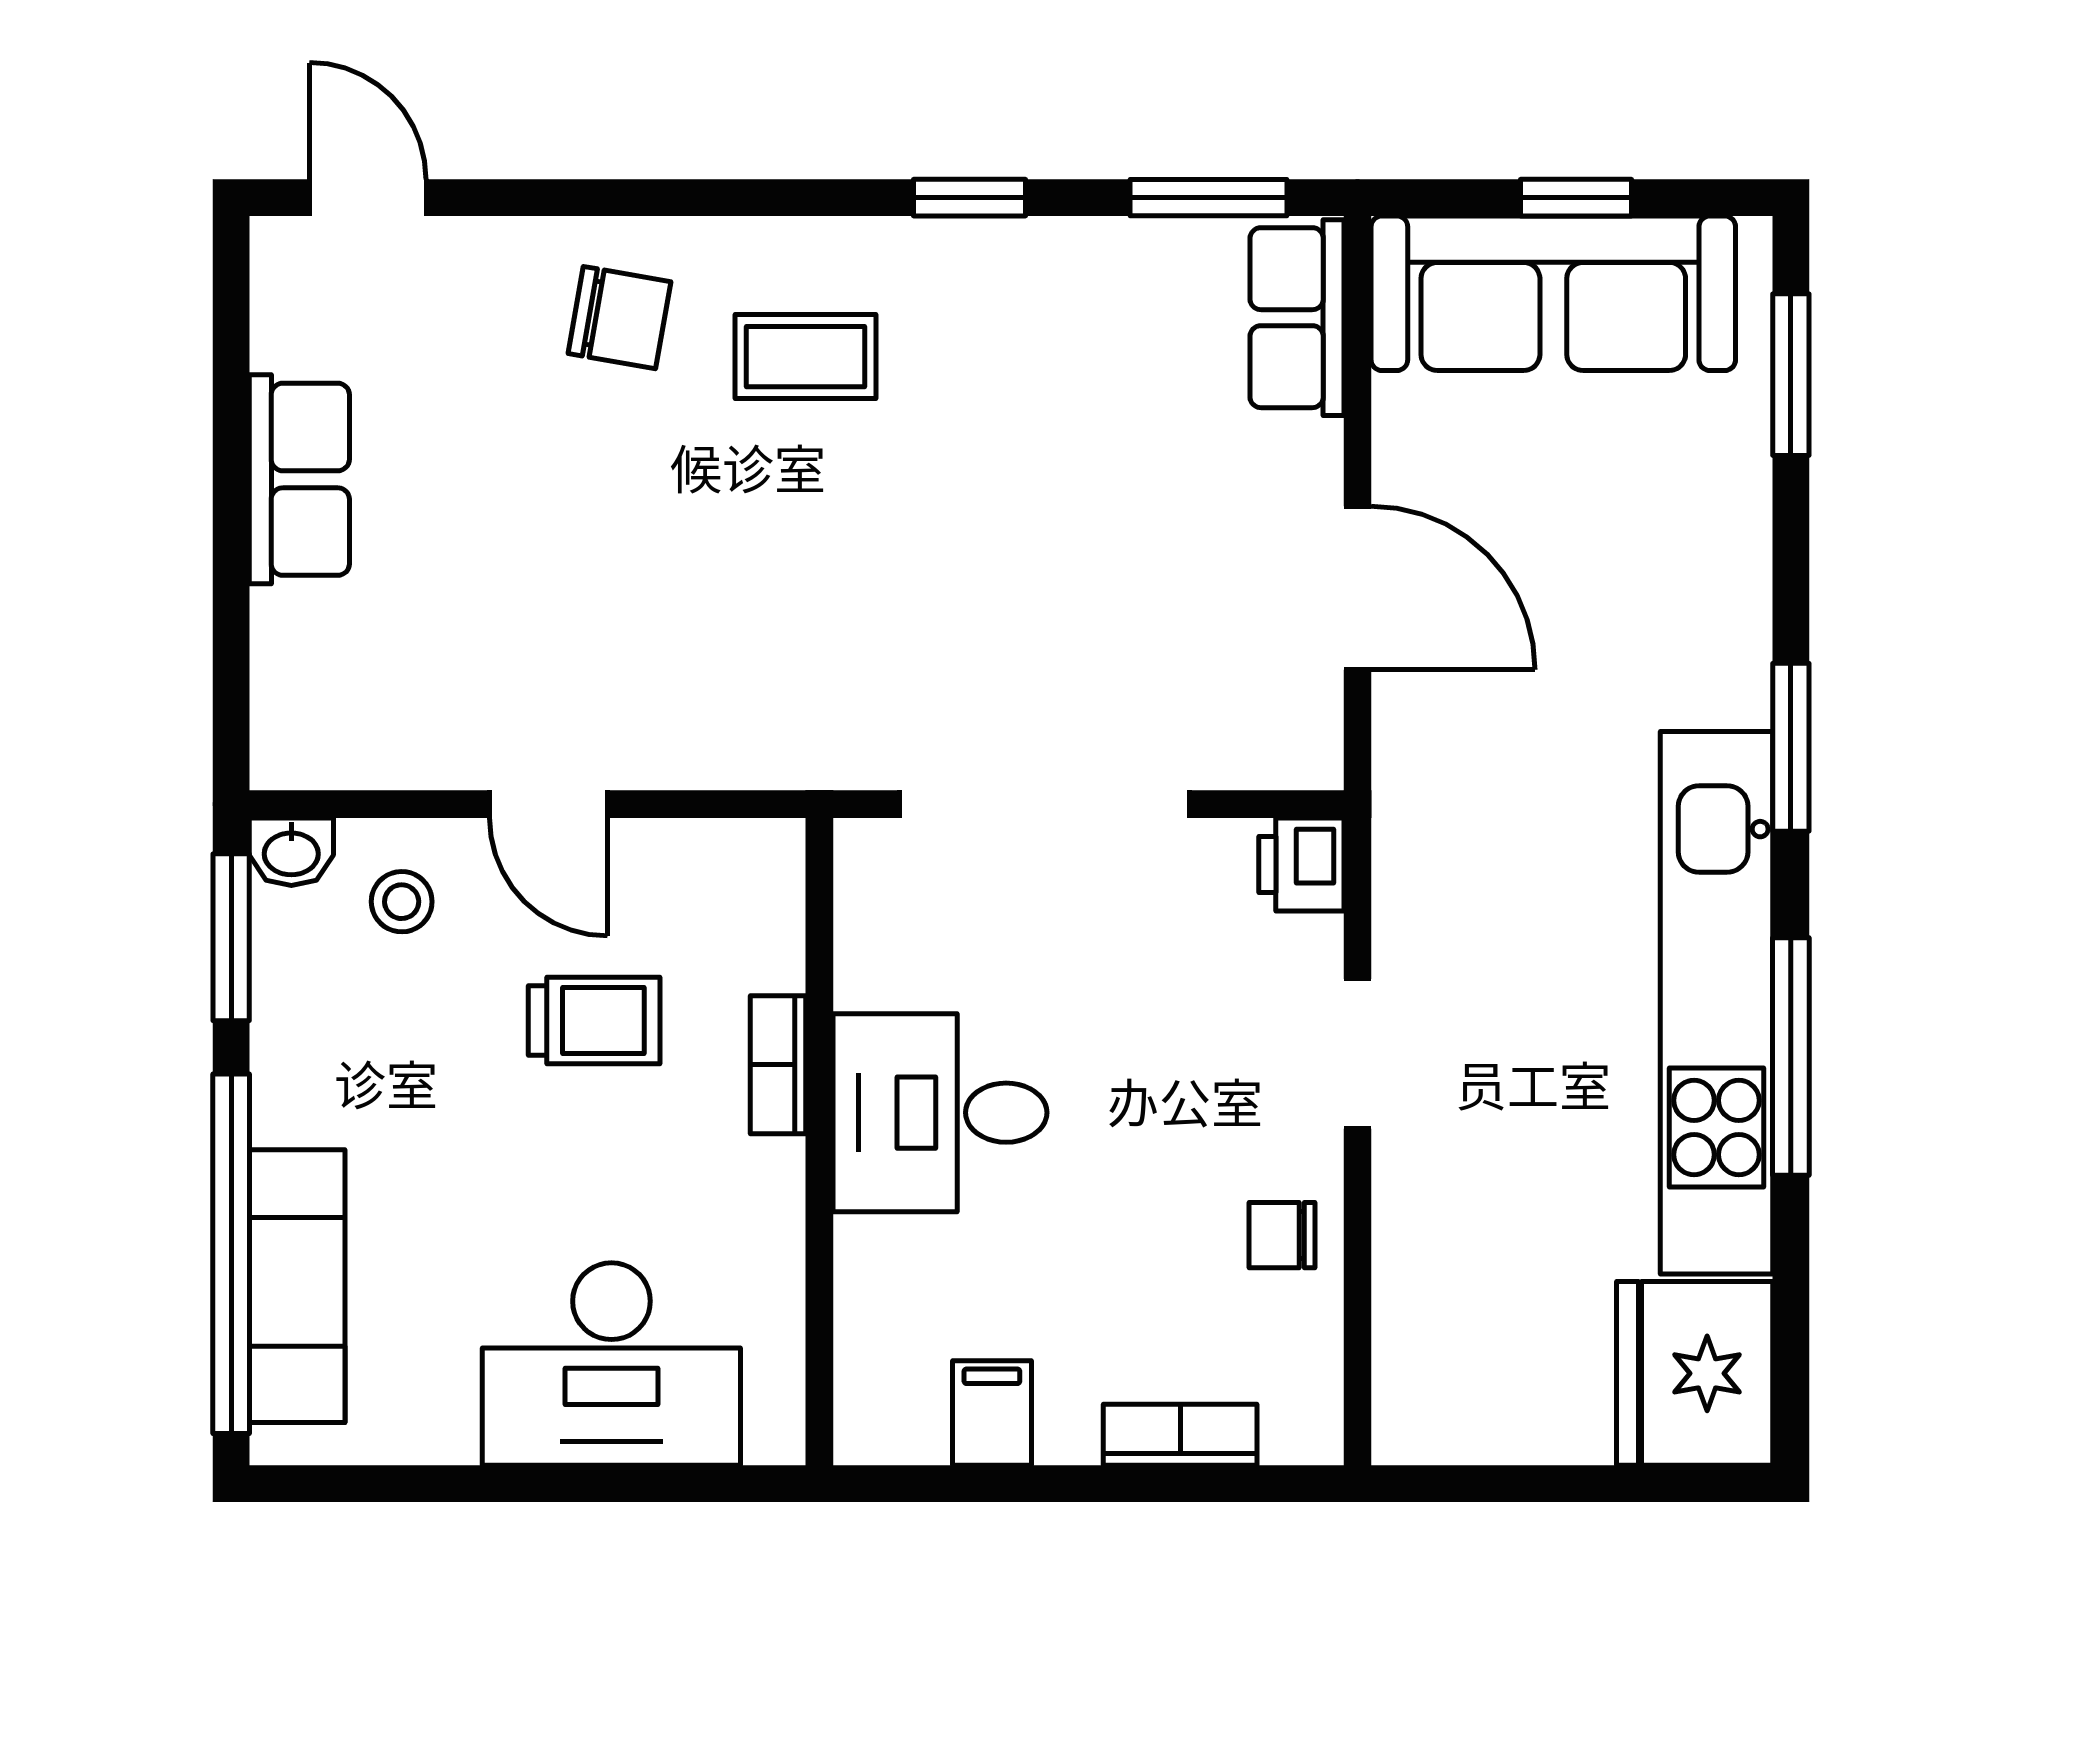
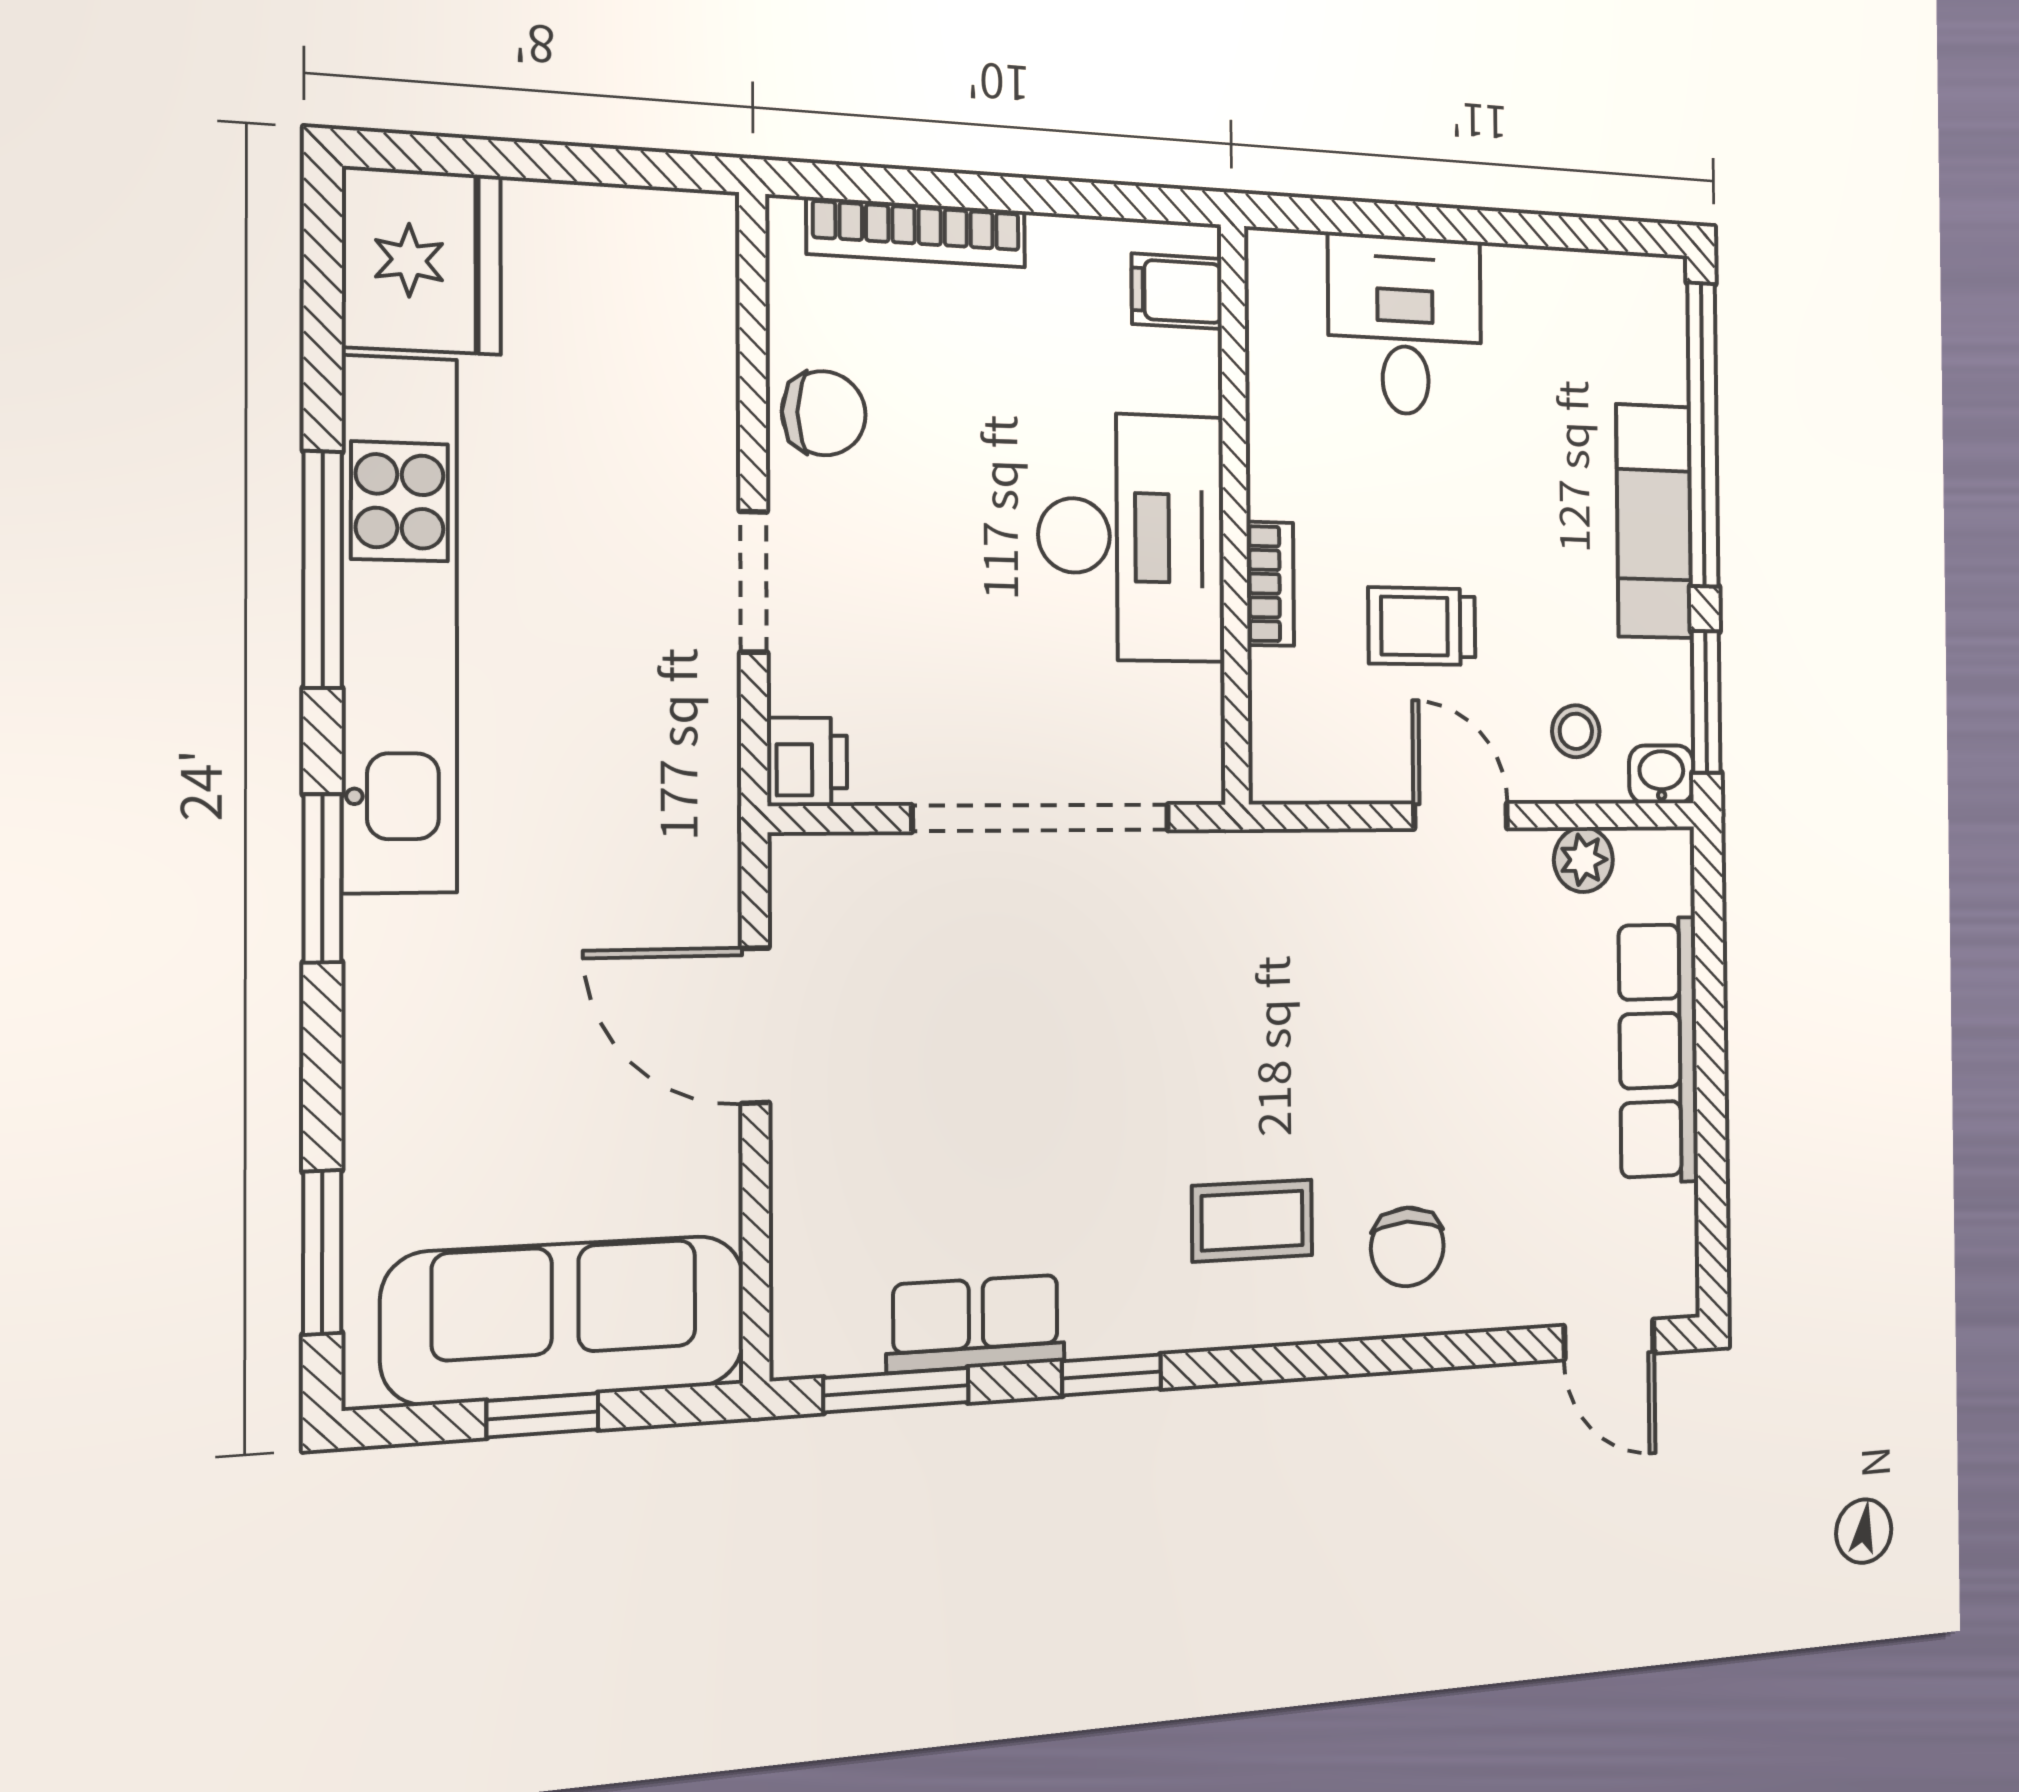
chair: (619, 318) -> (1407, 1247), turned -100
row of seats: (1297, 318) -> (976, 1323), moved, turned -90
row of seats: (299, 479) -> (1659, 1050), width x1.48
plant: (394, 753) -> (1583, 860), added
desk: (940, 1113) -> (1132, 537), width x1.37
chair: (1282, 1235) -> (824, 413), width x1.37, depth x1.37
exam couch: (297, 1286) -> (1654, 521), moved
desk: (611, 1364) -> (1405, 325), width x0.73
filing cabinet: (992, 1413) -> (1177, 291), moved, turned 90
bookcase: (1180, 1435) -> (917, 232), width x1.56

